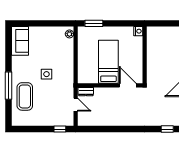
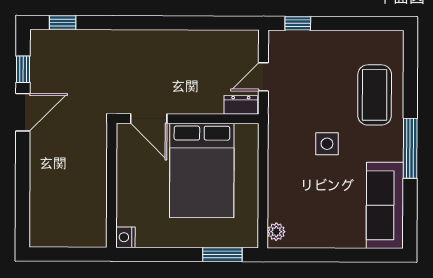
sofa: (20, 41) -> (385, 205), width x1.36
bed: (108, 62) -> (202, 170), width x1.50
window: (9, 86) -> (410, 148), moved
door: (76, 105) -> (263, 77), hinge flipped

